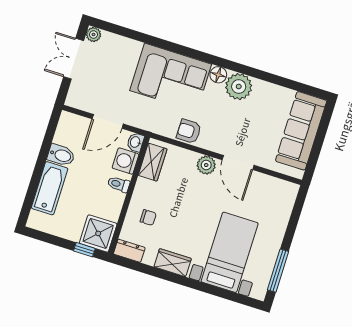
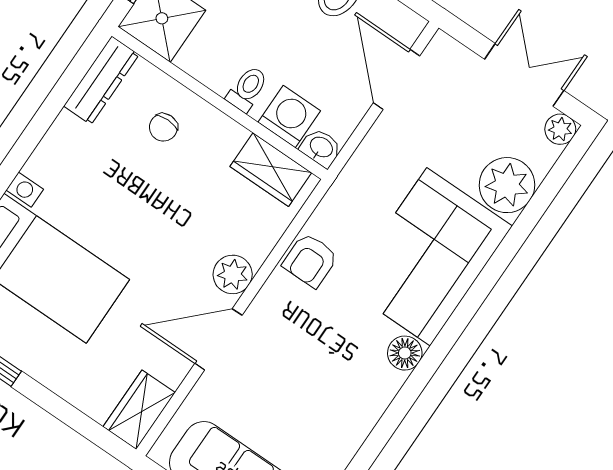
plant: (239, 87) -> (507, 185), moved
door: (108, 121) -> (396, 79), moved
armchair: (189, 131) -> (310, 260), turned 180
dresser: (129, 251) -> (101, 80), width x1.44
wardrobe: (173, 263) -> (139, 410), moved, turned 180

